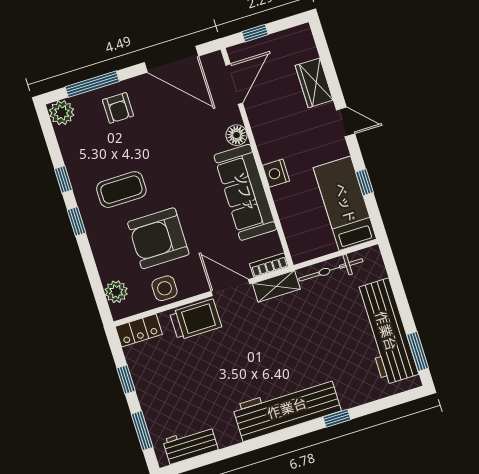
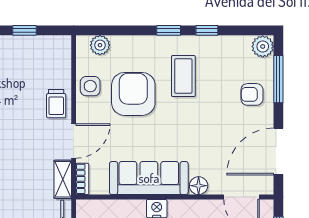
trolley: (196, 320) -> (56, 104), width x0.73, depth x0.72
locker: (139, 330) -> (62, 54), removed

